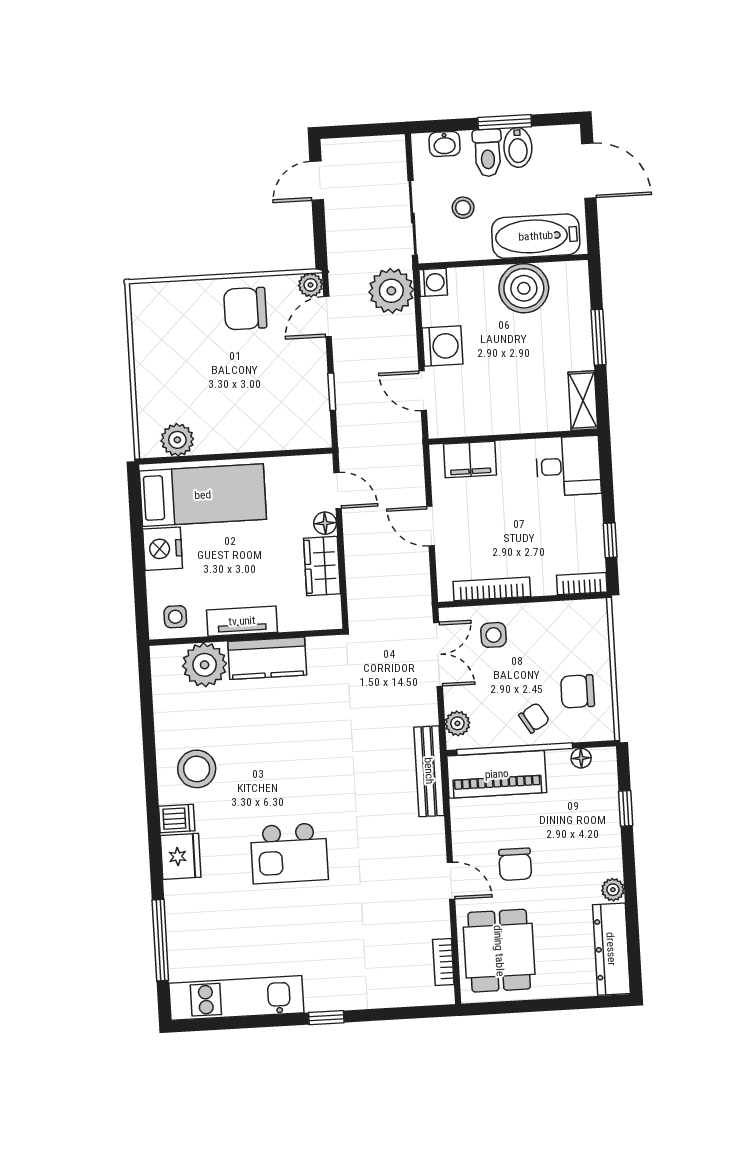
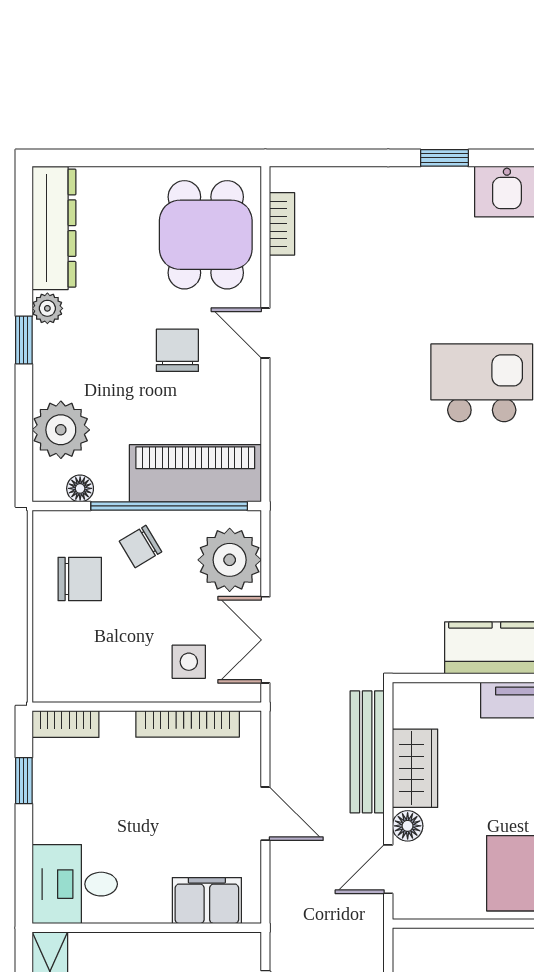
door: (338, 490) -> (388, 869), hinge flipped
plant: (457, 723) -> (230, 560), width x1.87, depth x1.87
bench: (429, 771) -> (367, 752), moved
plant: (598, 801) -> (61, 430), added
window: (626, 808) -> (24, 340), moved

